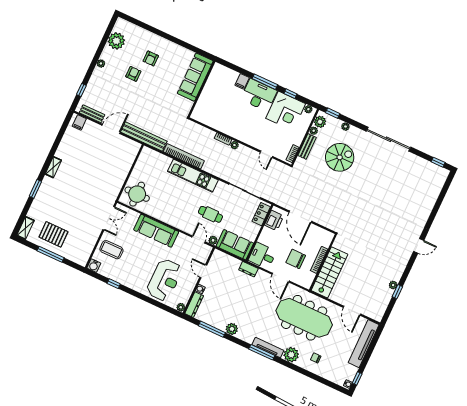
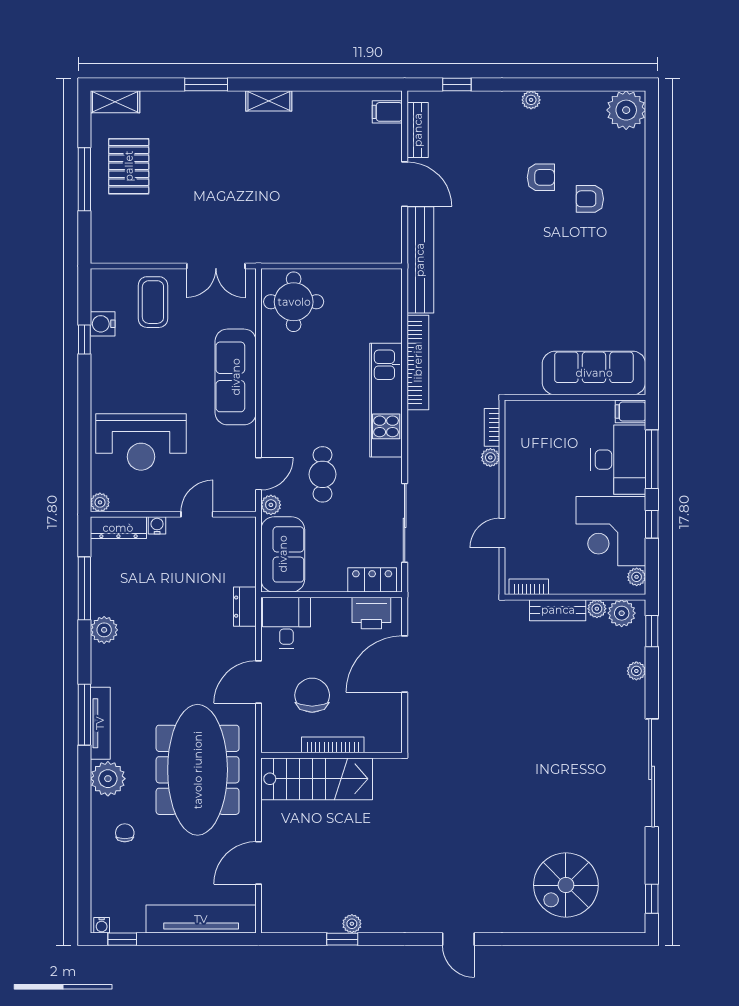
plant: (116, 41) -> (626, 110), moved
sofa: (195, 77) -> (594, 373), moved
wall: (201, 89) -> (575, 397), moved
spiral stairs: (340, 157) -> (566, 885), moved, turned 90
water cooler: (94, 266) -> (103, 324), moved

